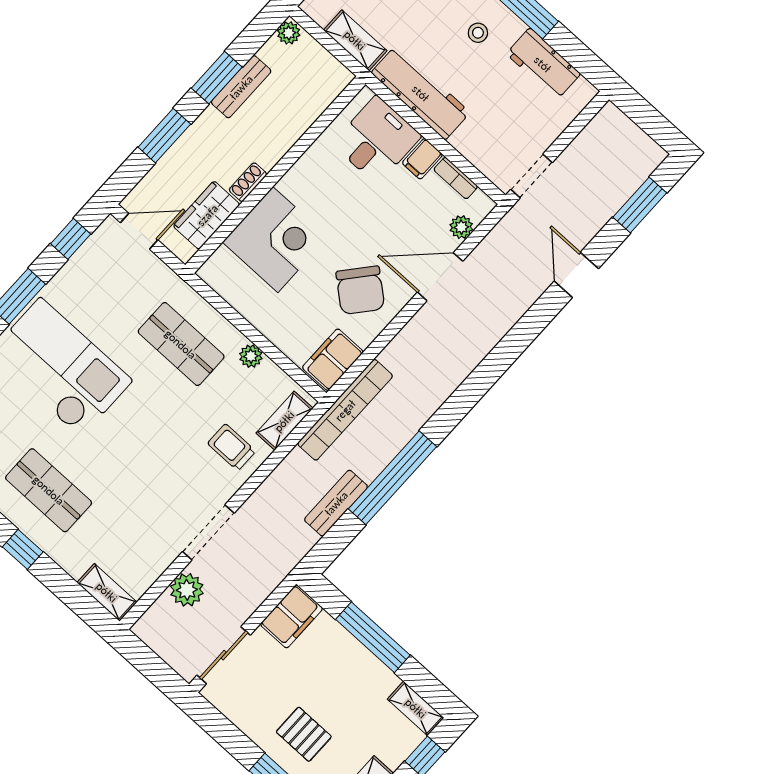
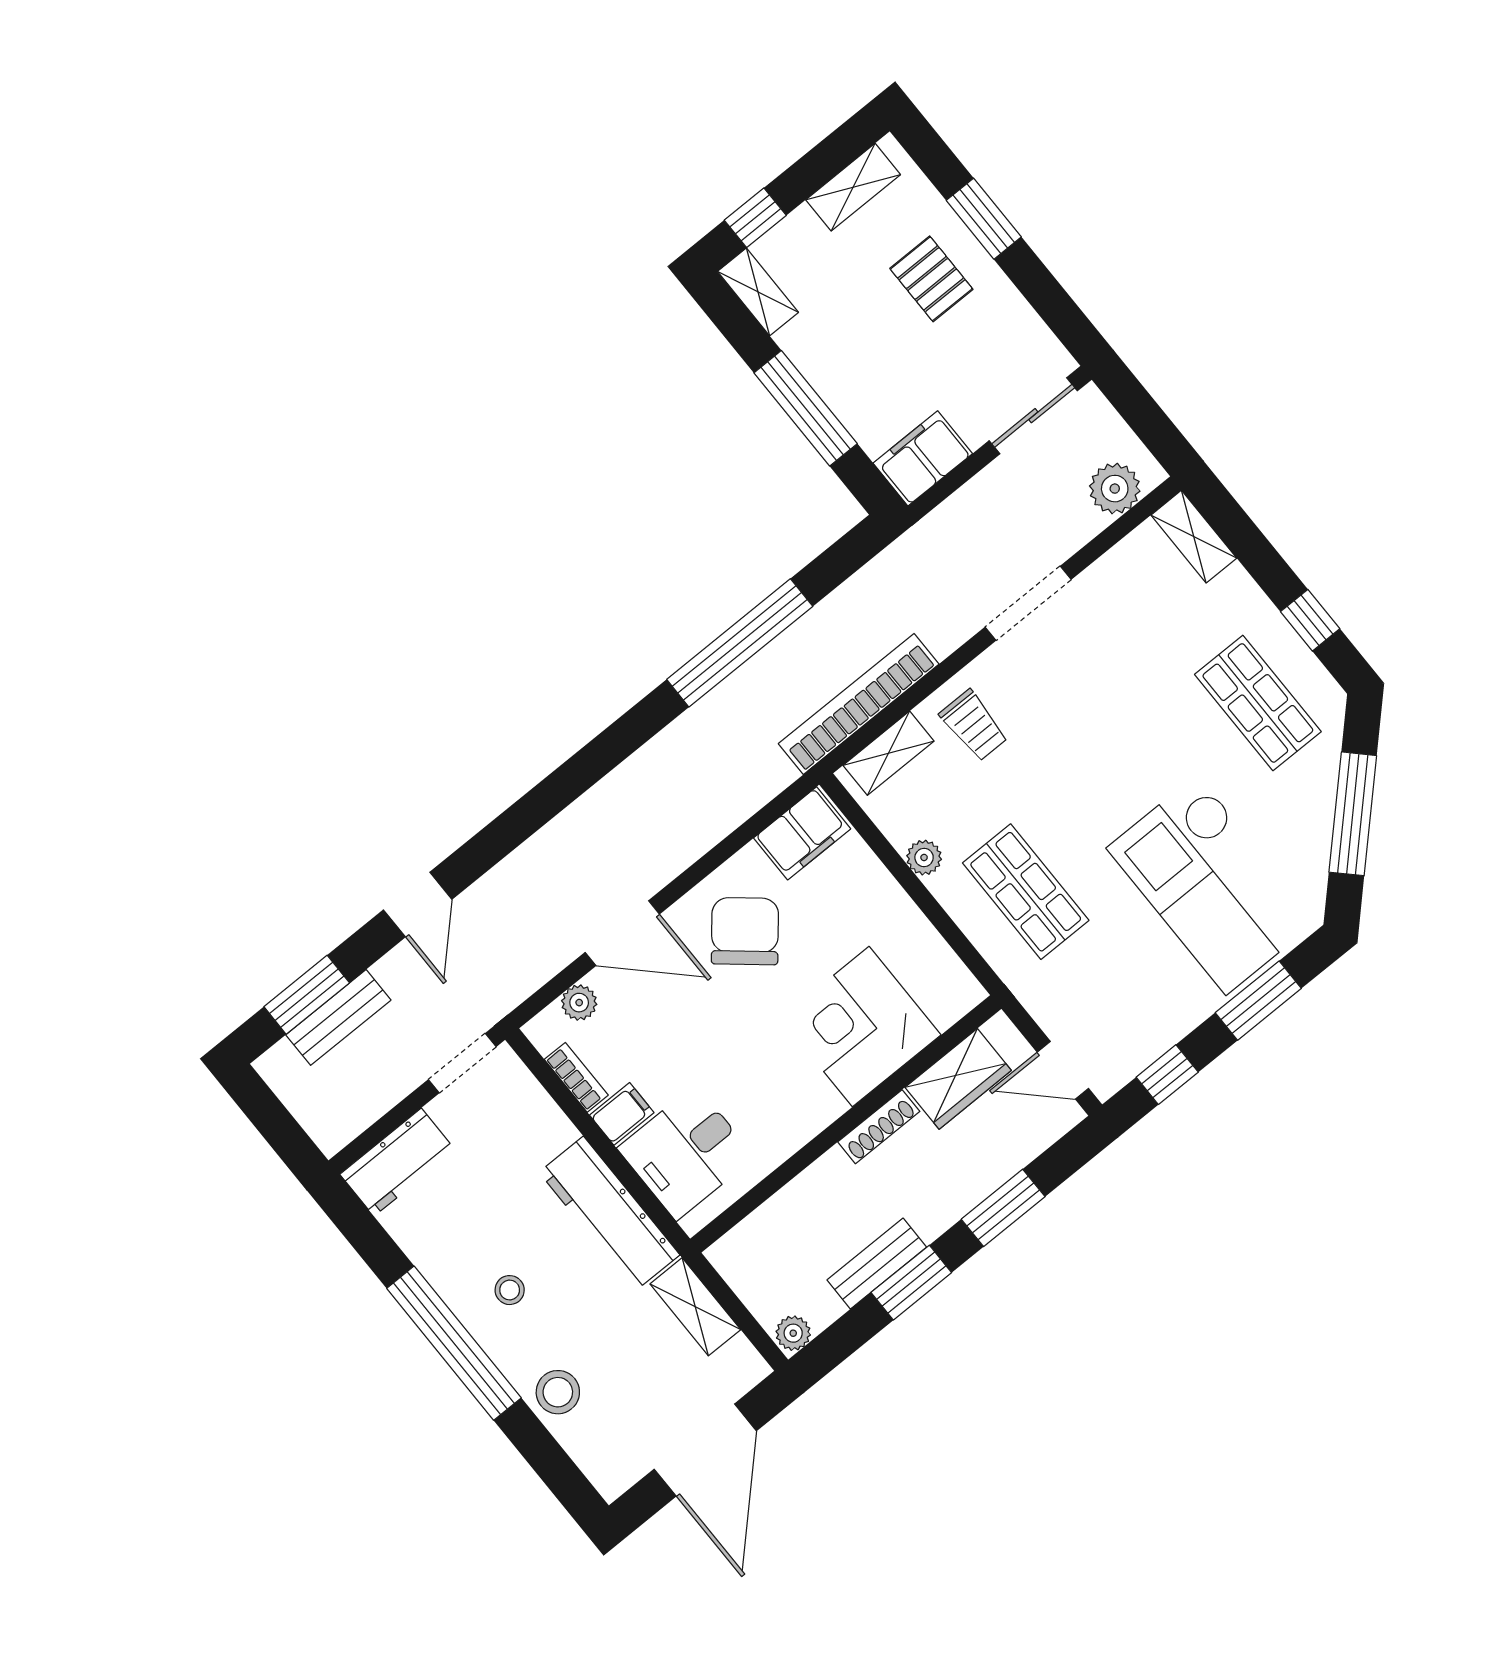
workbench: (543, 64) -> (398, 1162), moved, turned 90
shoe rack: (248, 182) -> (879, 1127), width x1.43
bookcase: (345, 410) -> (859, 704), moved
bench: (336, 503) -> (338, 1017), moved
plant: (187, 590) -> (1115, 489), moved

